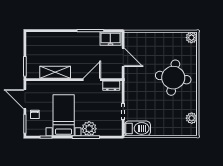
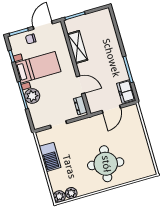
plant: (191, 38) -> (59, 196), moved
barbecue: (137, 128) -> (50, 157), moved

